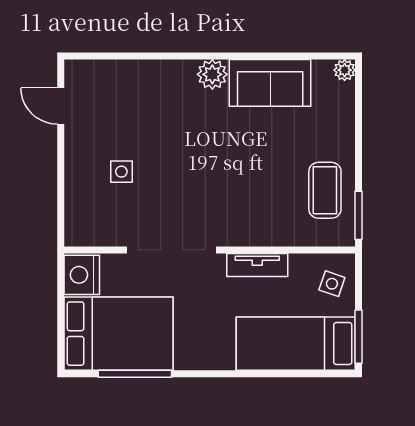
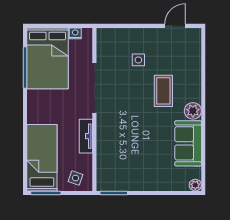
coffee table: (325, 190) -> (163, 91), moved, turned 90
nightstand: (82, 275) -> (75, 33), width x0.53, depth x0.56

